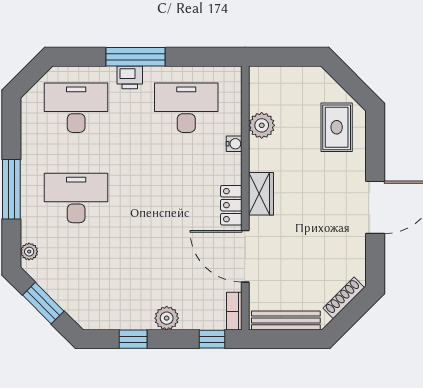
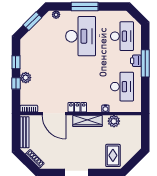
rug: (337, 127) -> (113, 155), turned 90
wardrobe: (261, 194) -> (87, 121), width x1.50
desk: (76, 198) -> (81, 36), width x1.36, depth x1.30
door: (245, 256) -> (54, 114), swing flipped
window: (212, 339) -> (16, 83), moved

